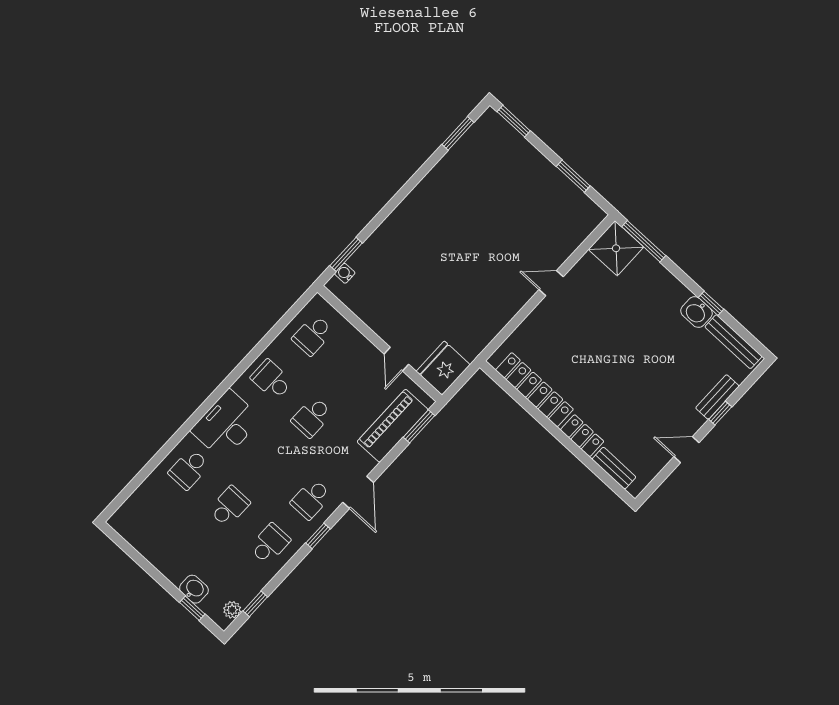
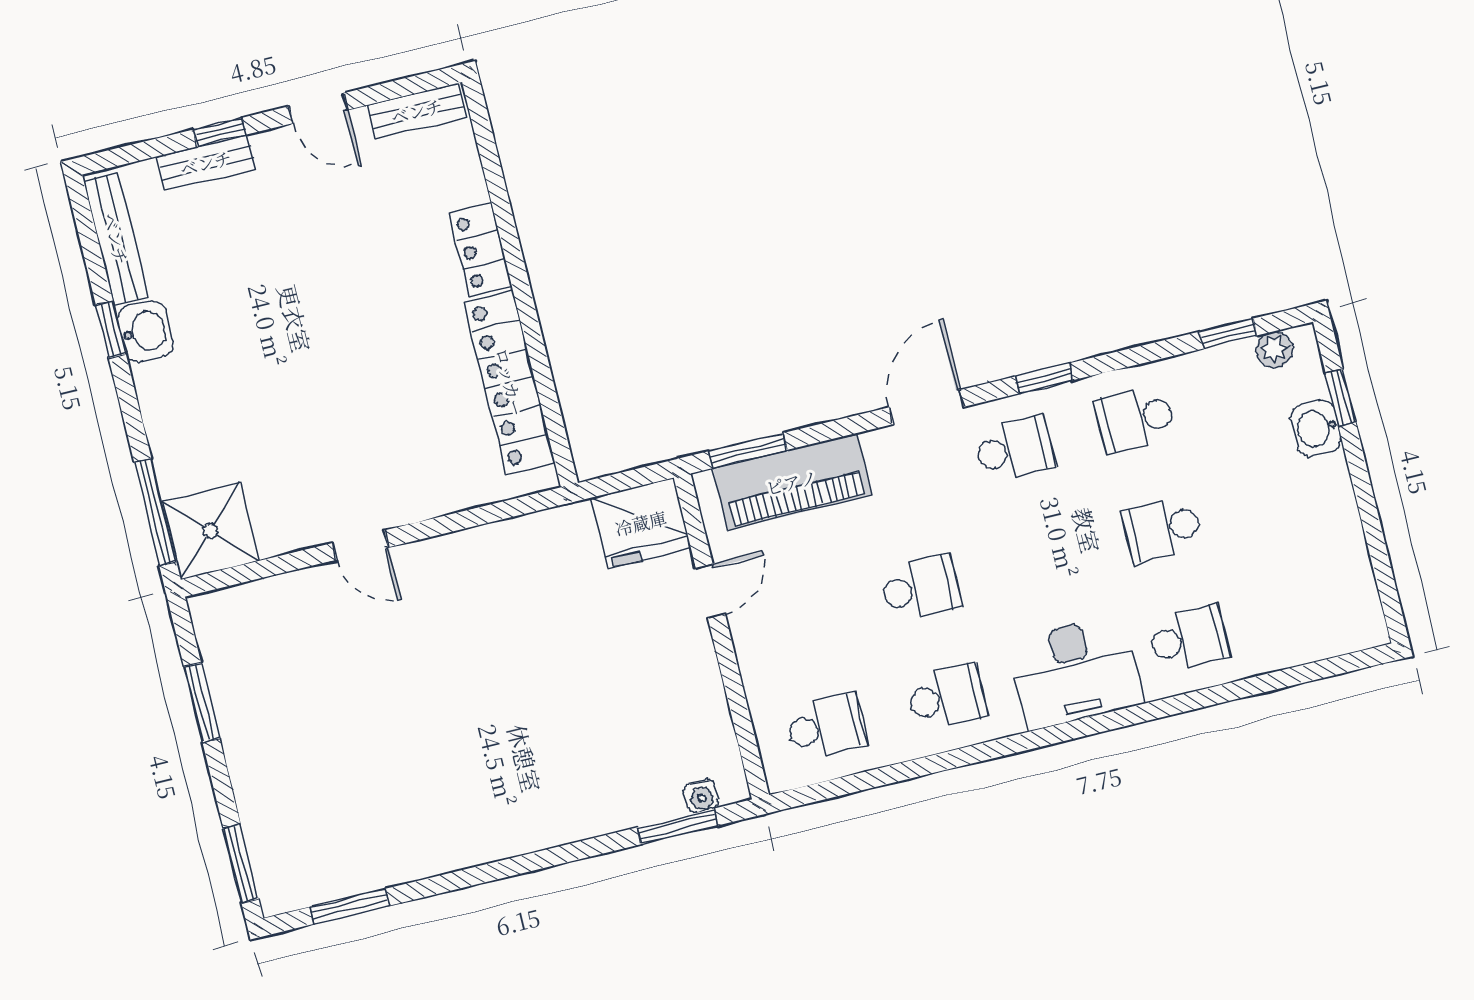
school desk: (271, 380) -> (947, 697), turned -90
bench: (614, 468) -> (417, 111), moved, turned 90

